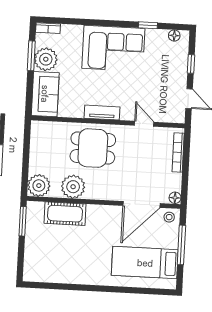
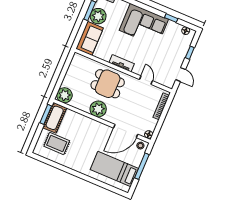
plant: (73, 187) -> (98, 109), moved
cot: (65, 214) -> (55, 118), moved, turned 90
rug: (52, 256) -> (57, 143), added

